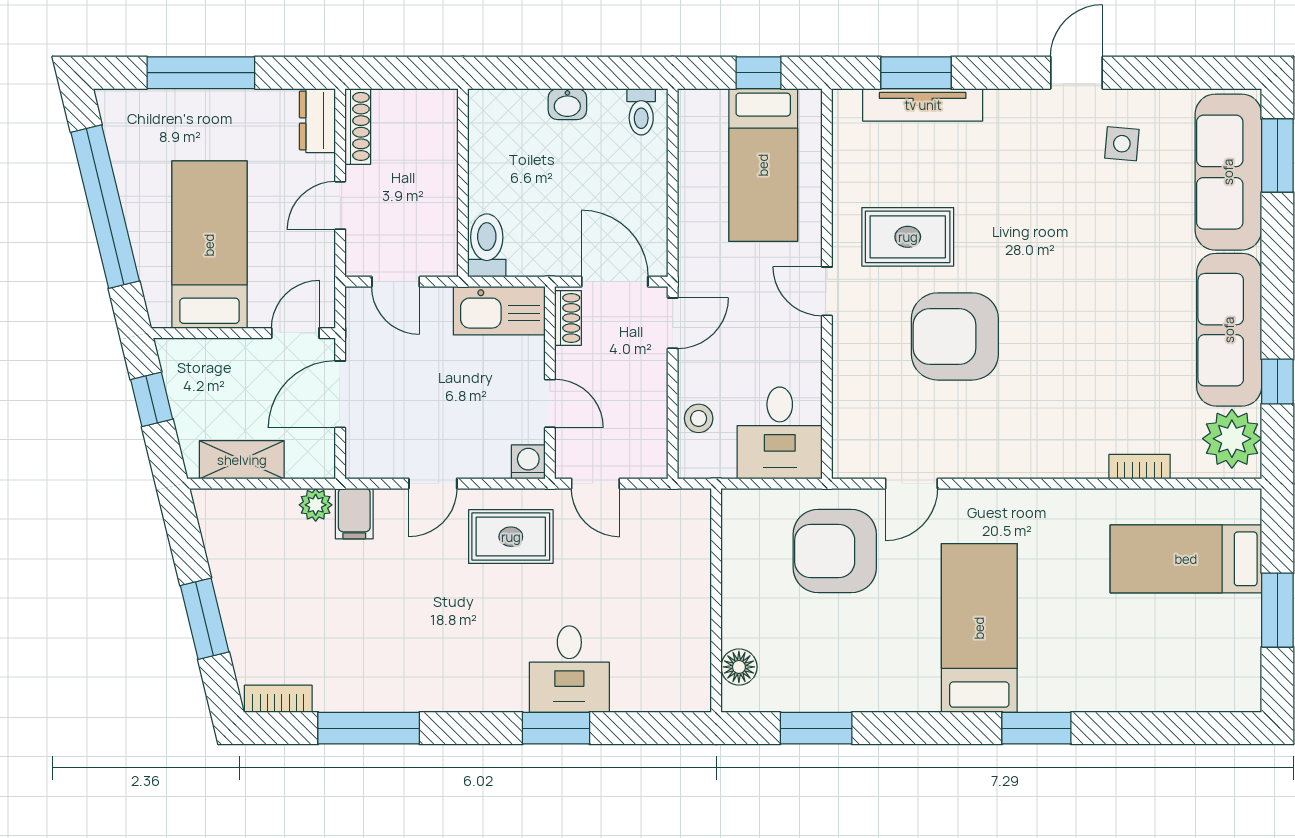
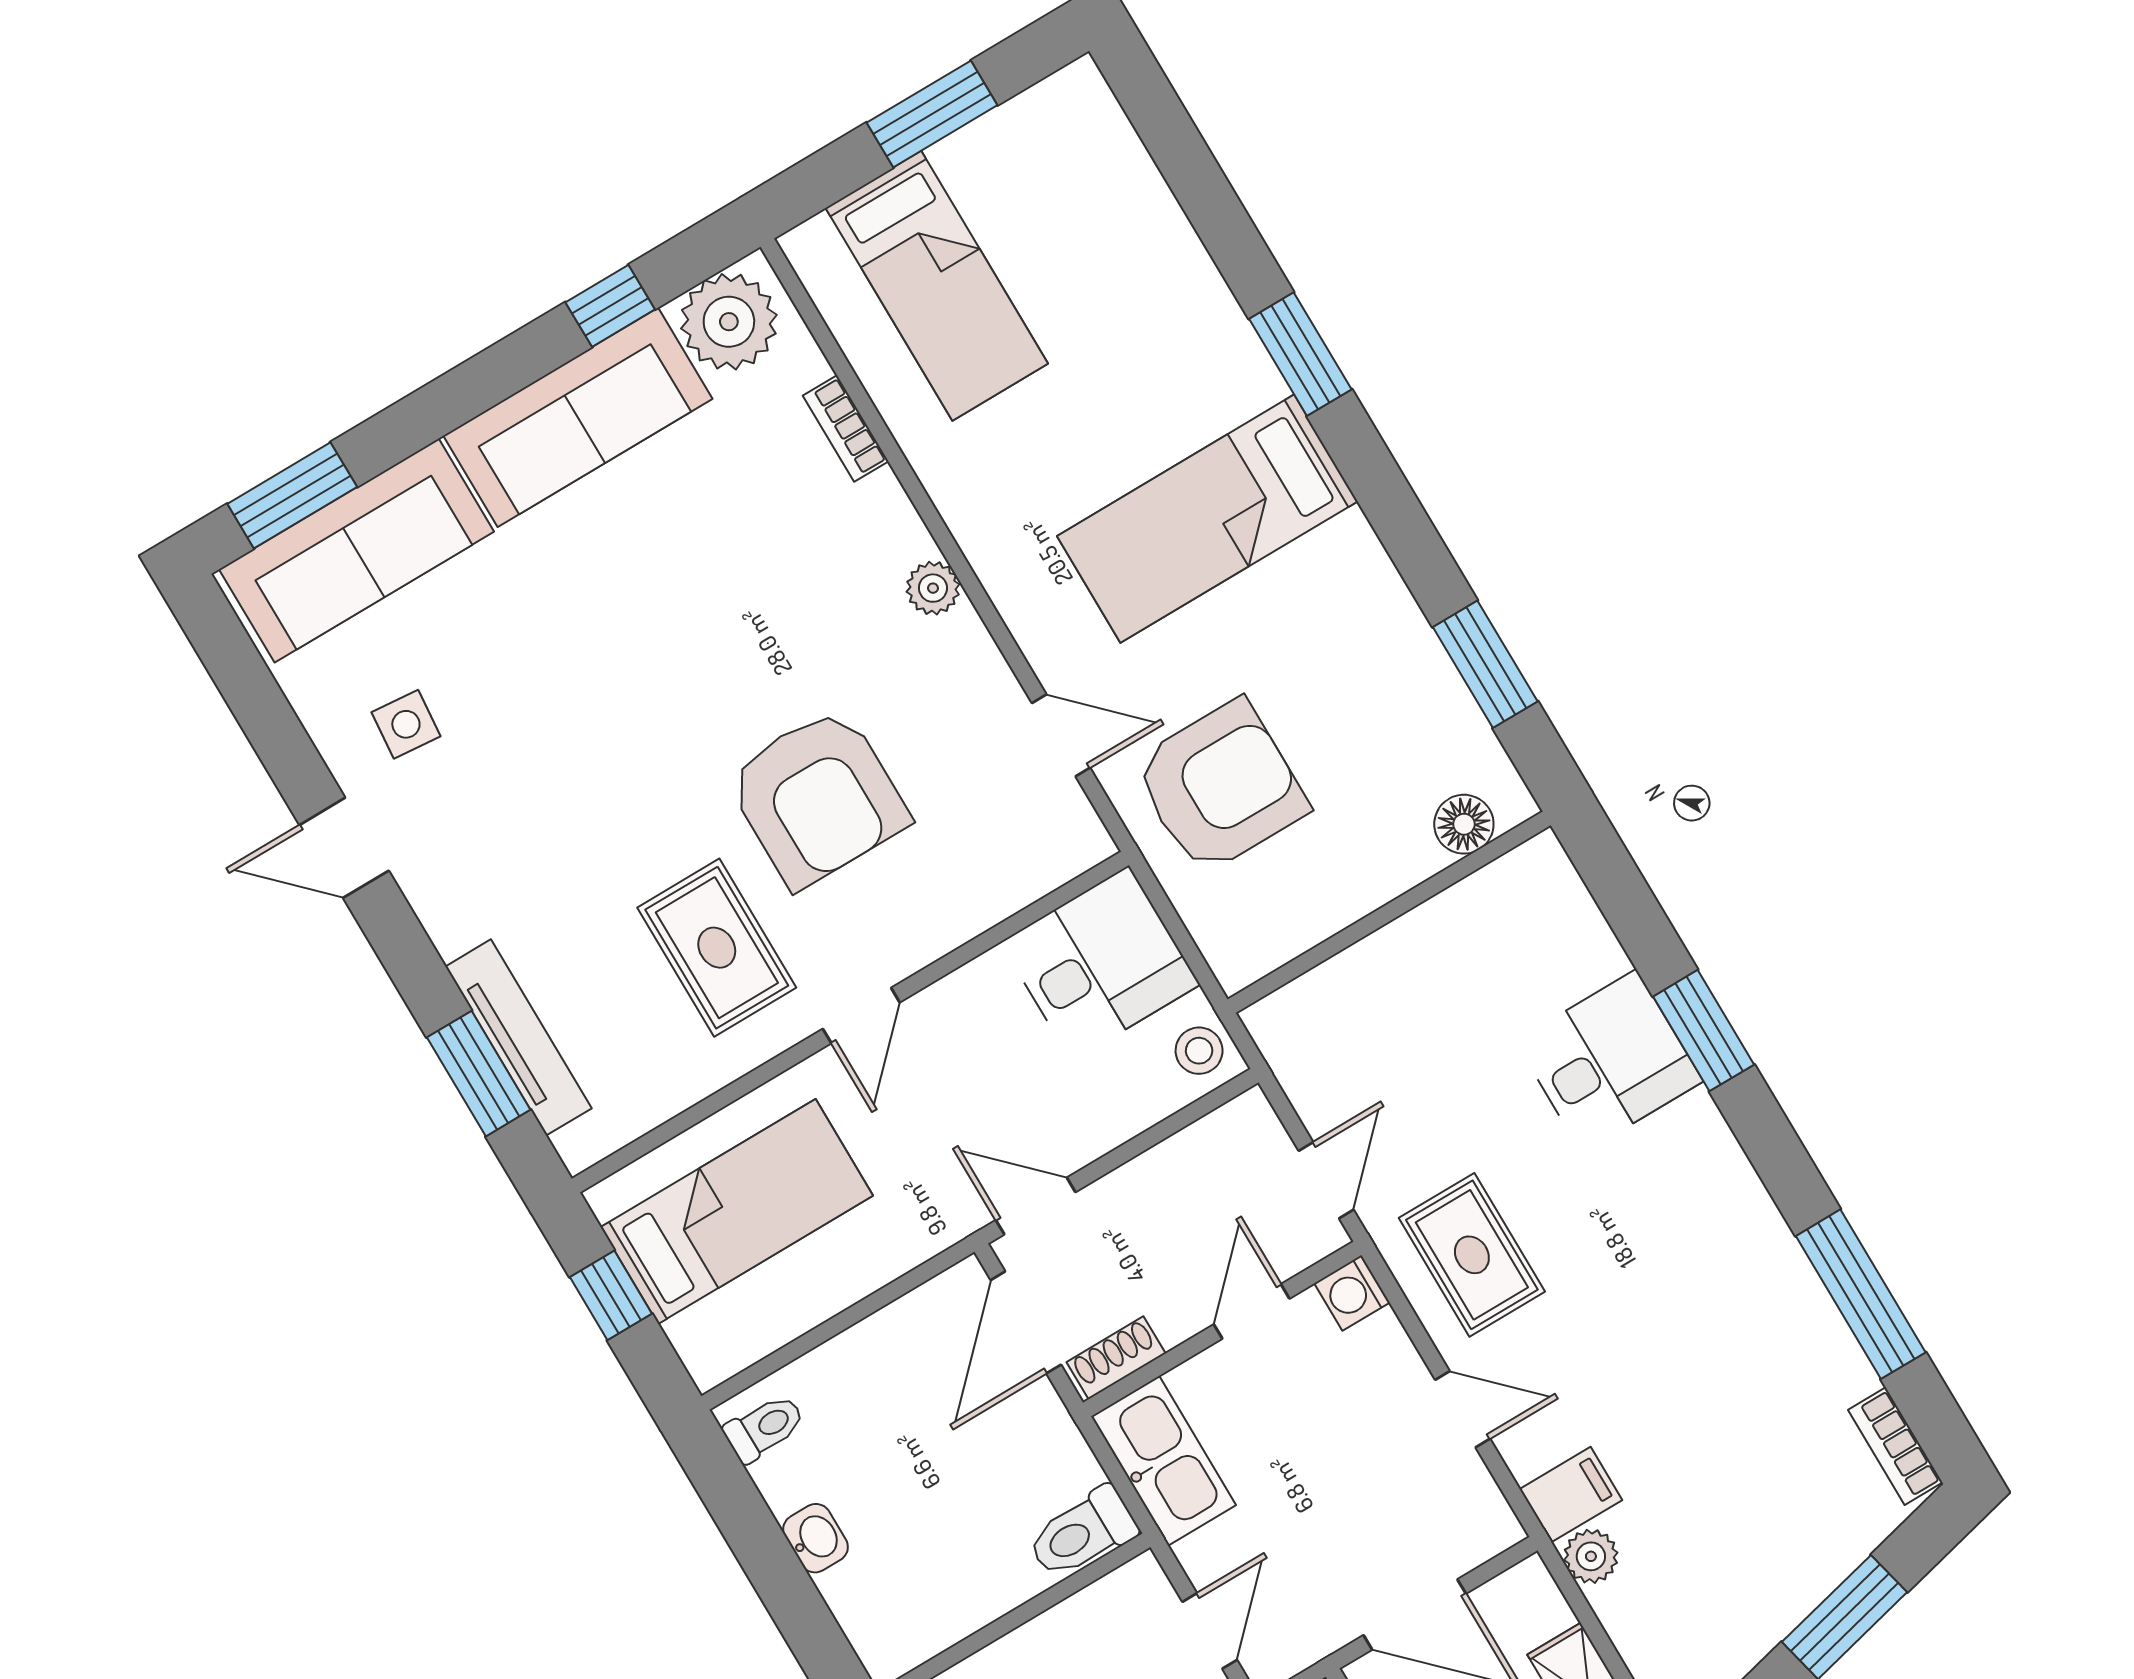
stool: (699, 418) -> (1199, 1051), moved
plant: (1029, 462) -> (933, 588), added
armchair: (835, 551) -> (1220, 787), turned -90

